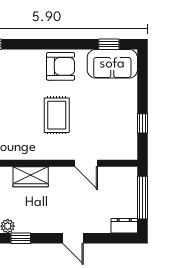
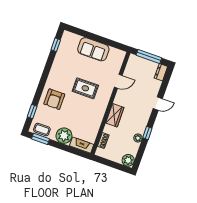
sofa: (112, 64) -> (93, 49), moved, turned 90
armchair: (61, 66) -> (54, 99), moved, turned 180
window: (142, 123) -> (107, 42), removed

